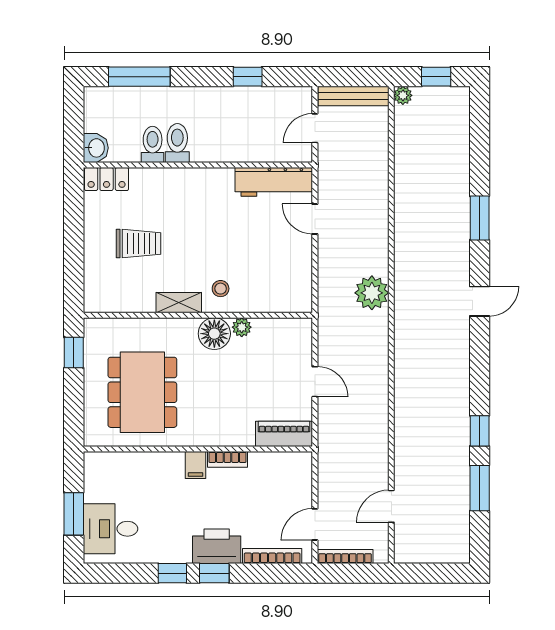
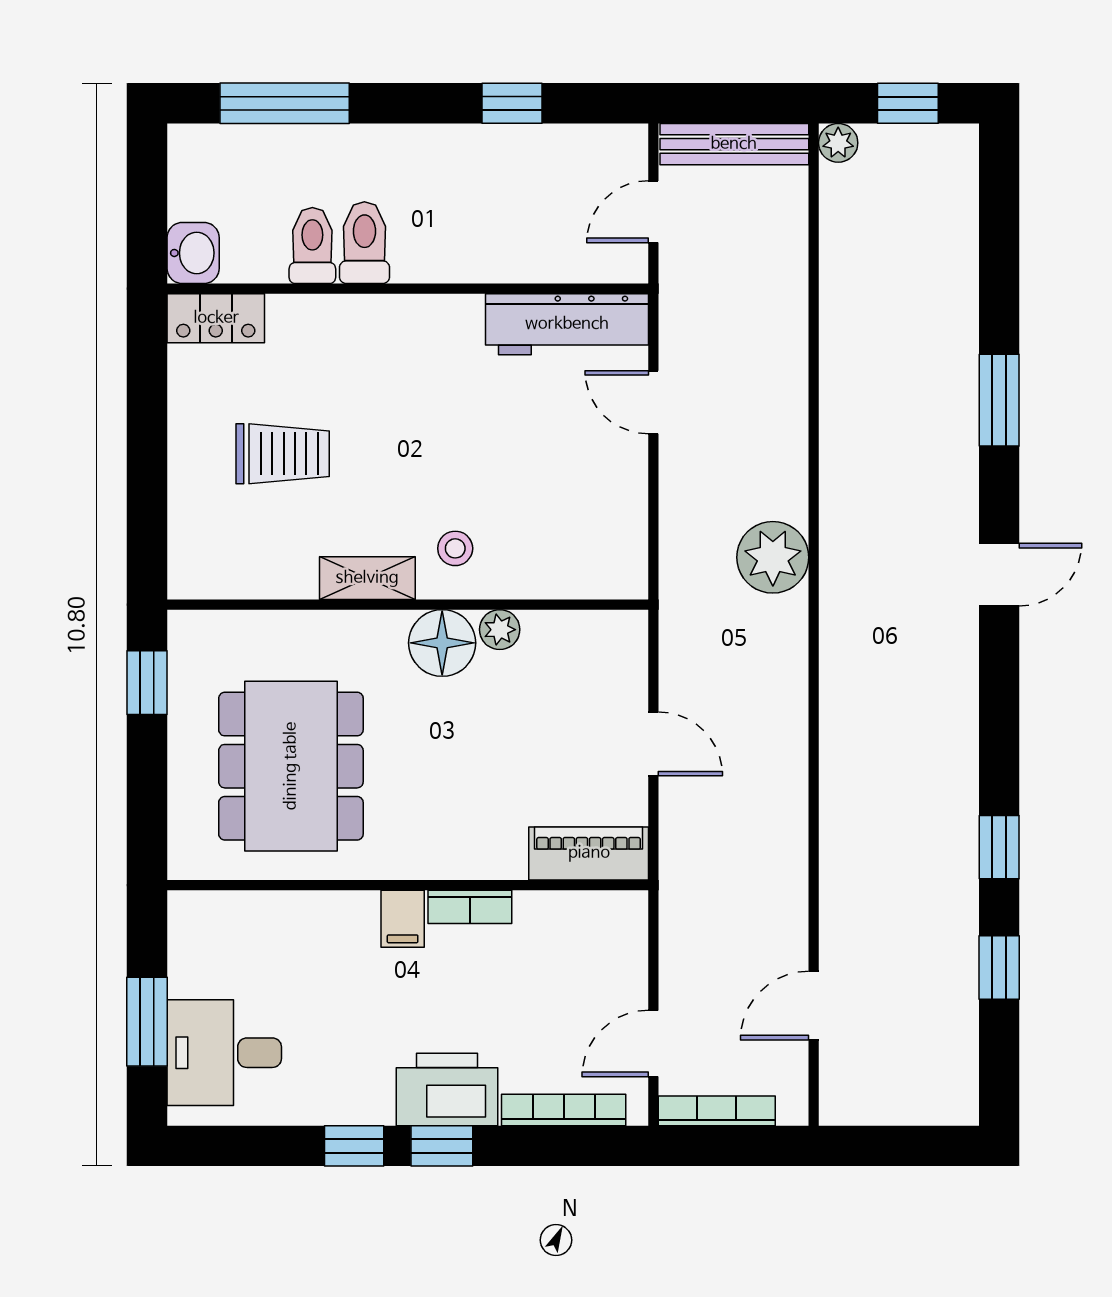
window: (480, 488) -> (999, 967), width x0.67

